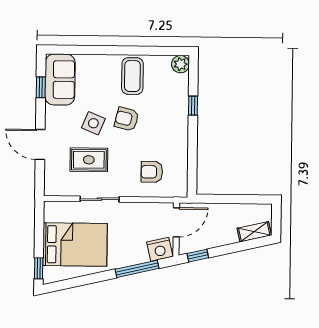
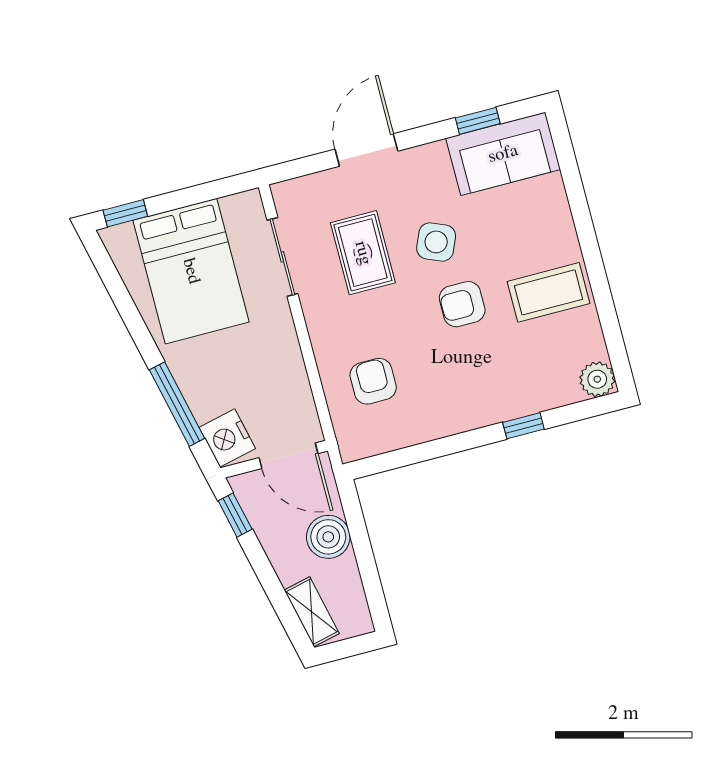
armchair: (127, 119) -> (462, 304), turned -104
sliding door: (100, 199) -> (282, 257), moved
boiler: (220, 214) -> (328, 537), added

